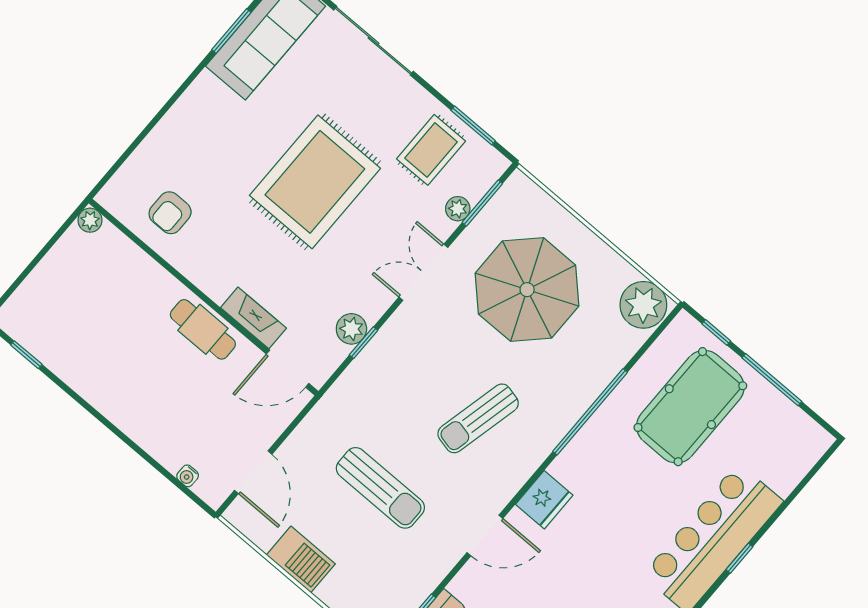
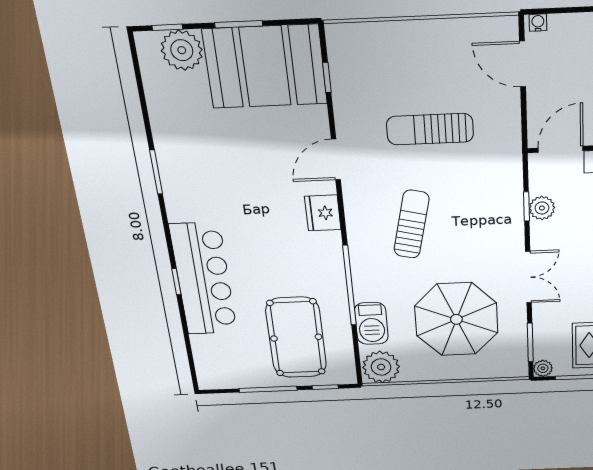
plant: (458, 209) -> (543, 368), moved
water cooler: (188, 476) -> (538, 23), moved
barbecue: (301, 559) -> (371, 323), moved, turned -90

